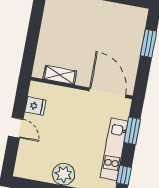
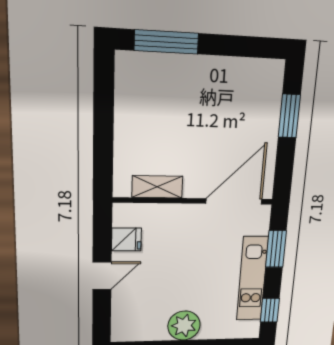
door: (107, 93) -> (234, 201), hinge flipped
door: (16, 128) -> (102, 276), hinge flipped

